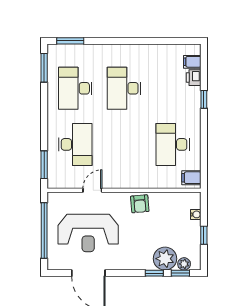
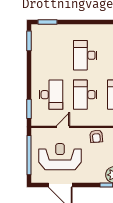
desk: (75, 88) -> (85, 95), moved
reception desk: (88, 233) -> (60, 157), turned 180

